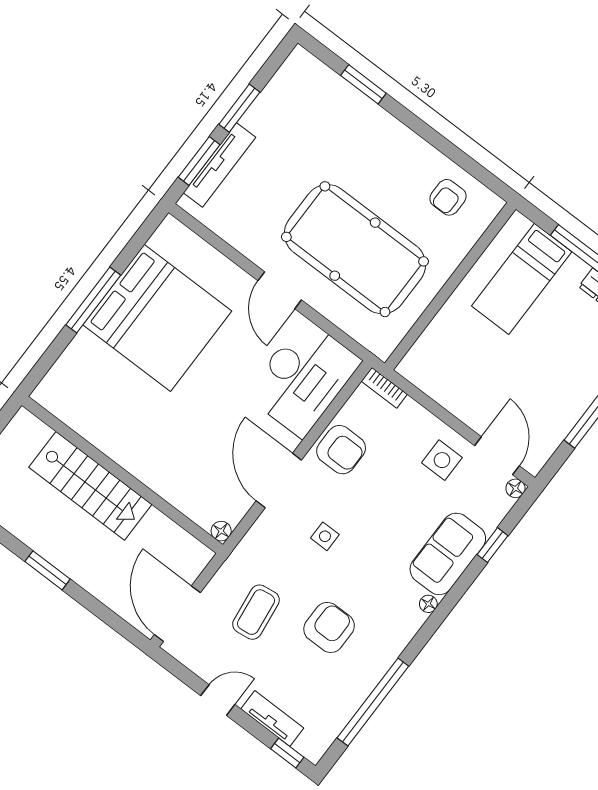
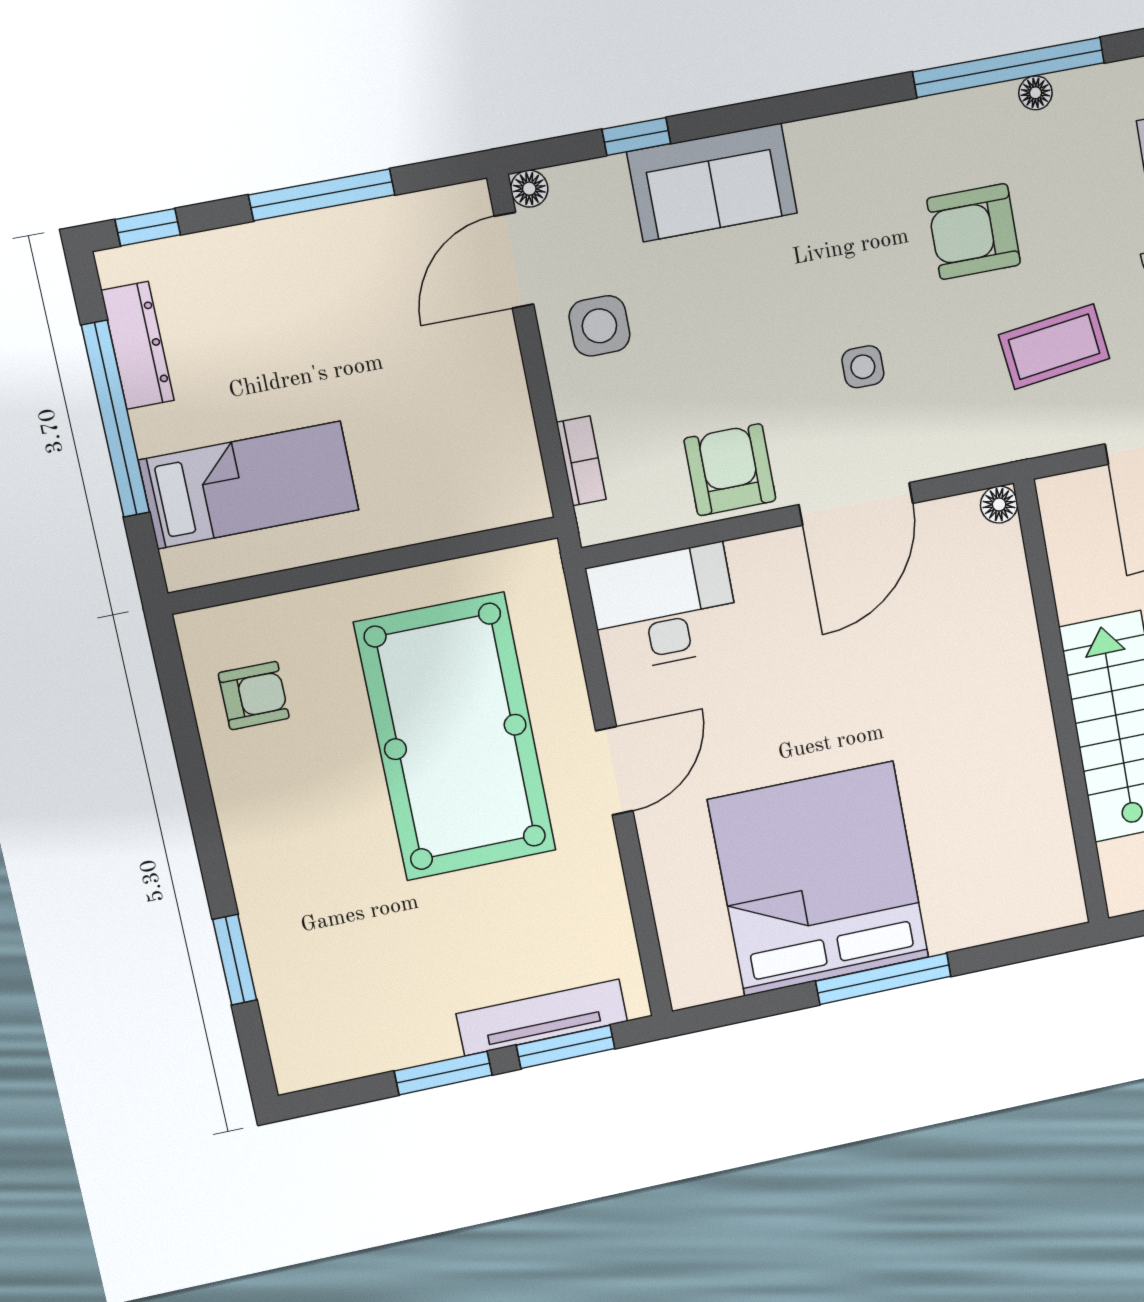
desk: (303, 378) -> (664, 608), width x0.73, depth x0.77
bookcase: (384, 388) -> (581, 461), moved
floor lamp: (428, 604) -> (1035, 93), moved

